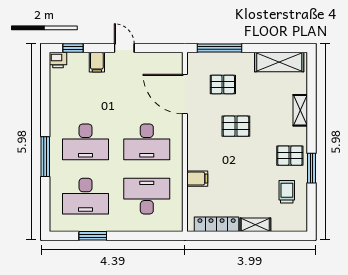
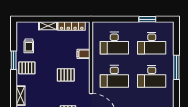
pallet: (236, 126) -> (66, 75), moved
desk: (86, 142) -> (152, 76), turned 180
desk: (147, 142) -> (114, 76), turned 180
desk: (86, 196) -> (152, 43), turned 180

